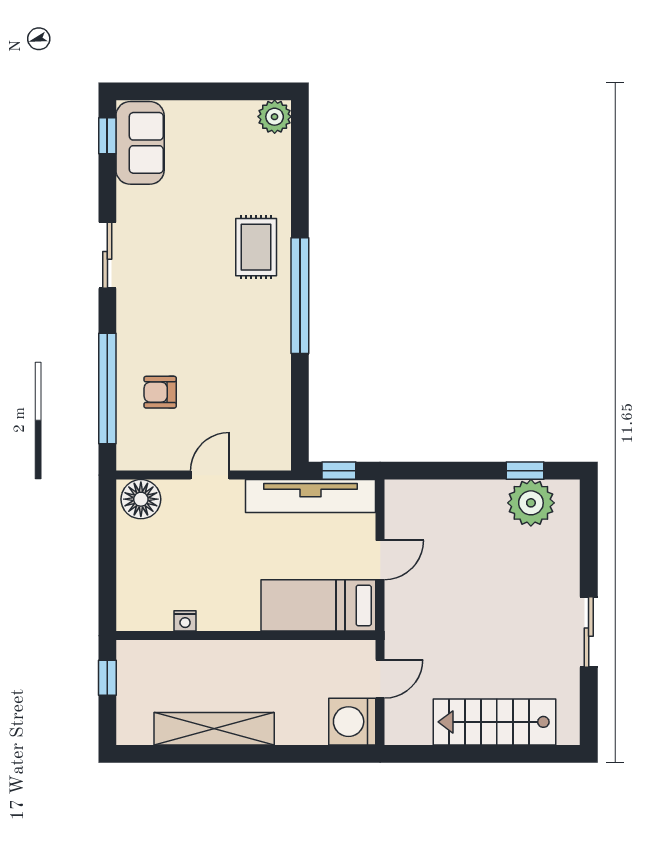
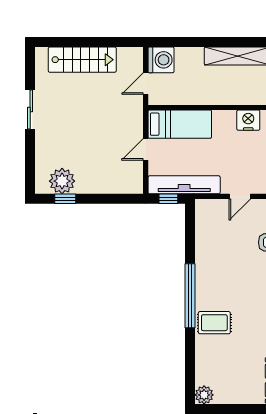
rug: (256, 247) -> (214, 323), turned 90
nightstand: (185, 621) -> (248, 120), width x1.89, depth x1.79

